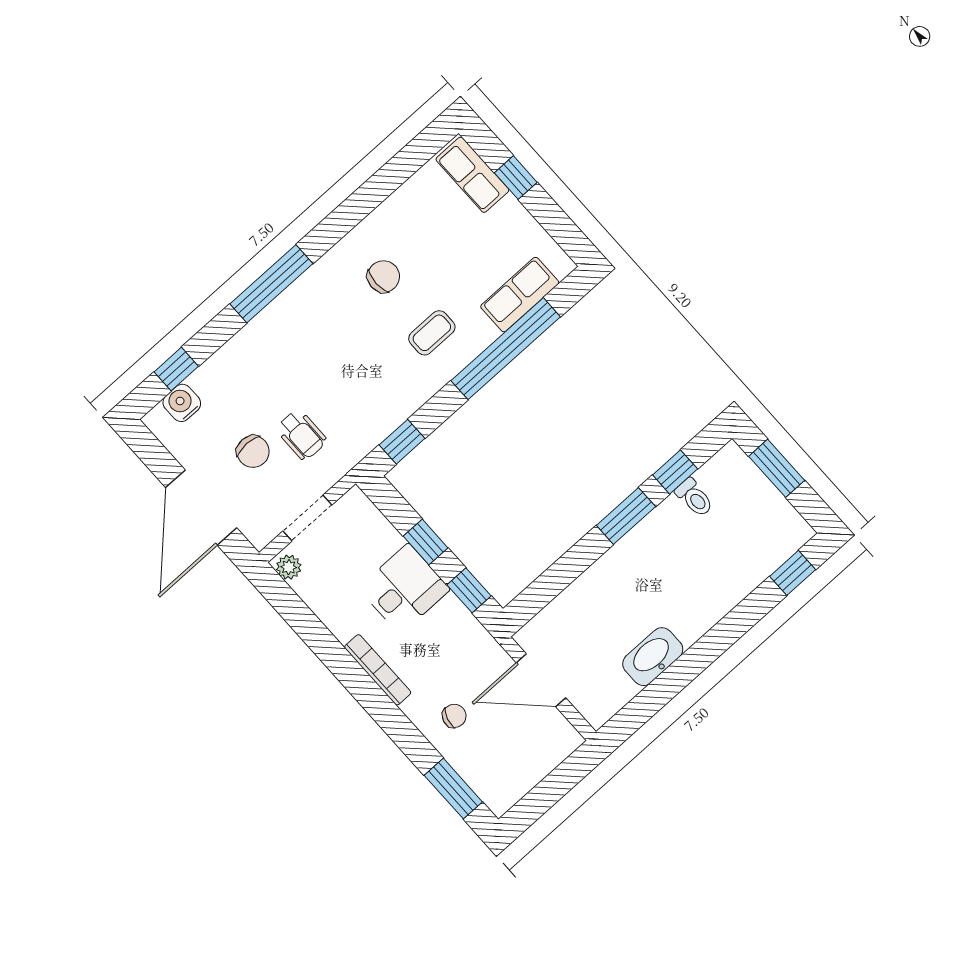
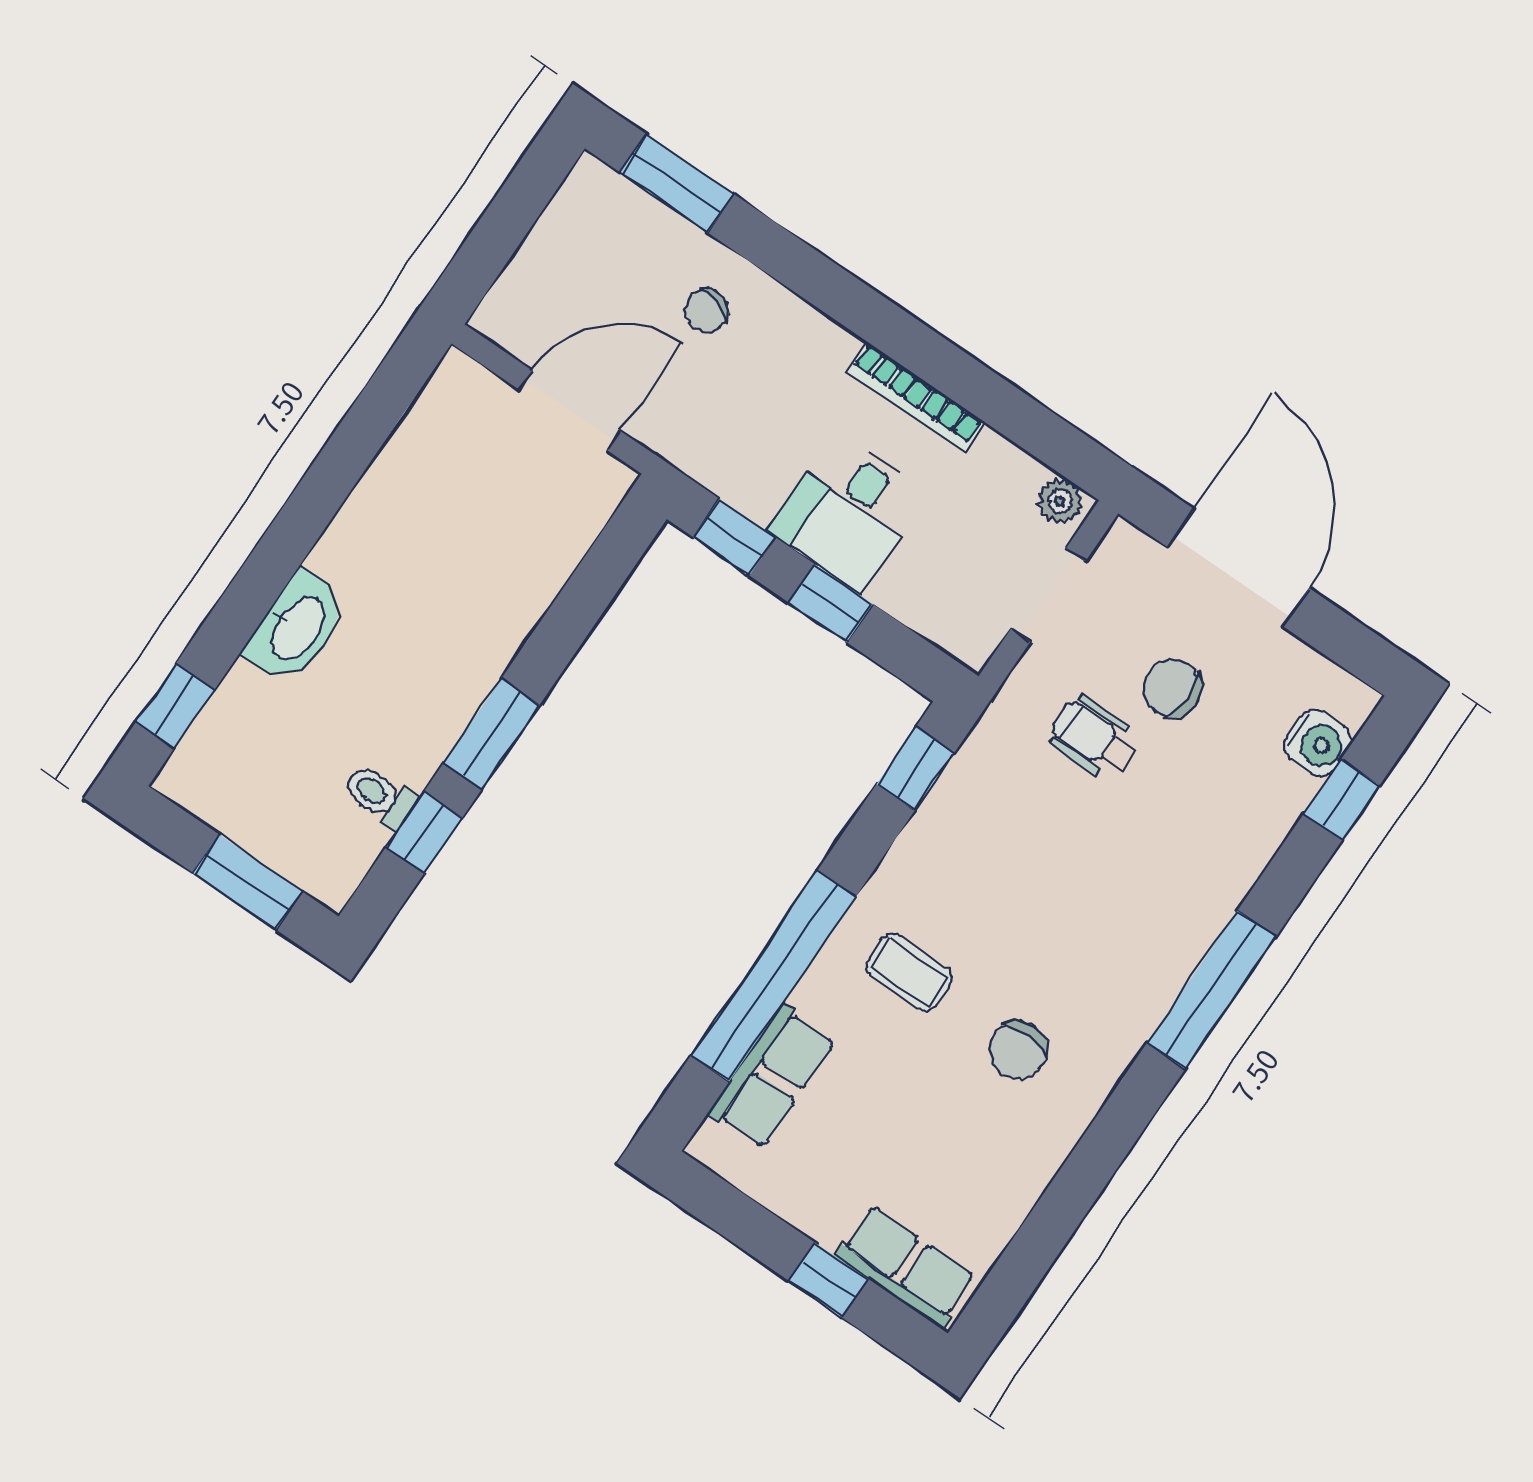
coffee table: (432, 333) -> (909, 972), turned 90
washbasin: (653, 657) -> (297, 628), moved
bookcase: (378, 670) -> (916, 397), moved

